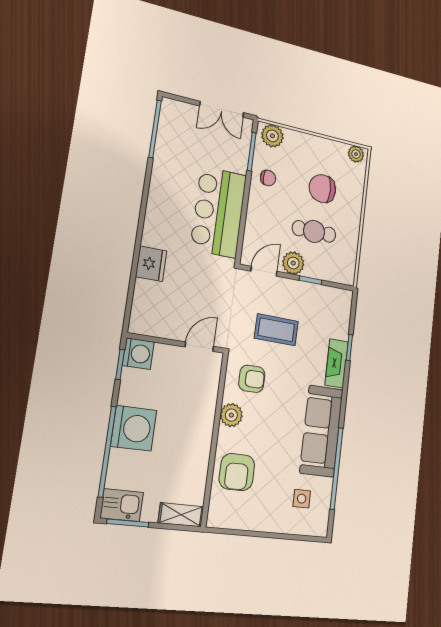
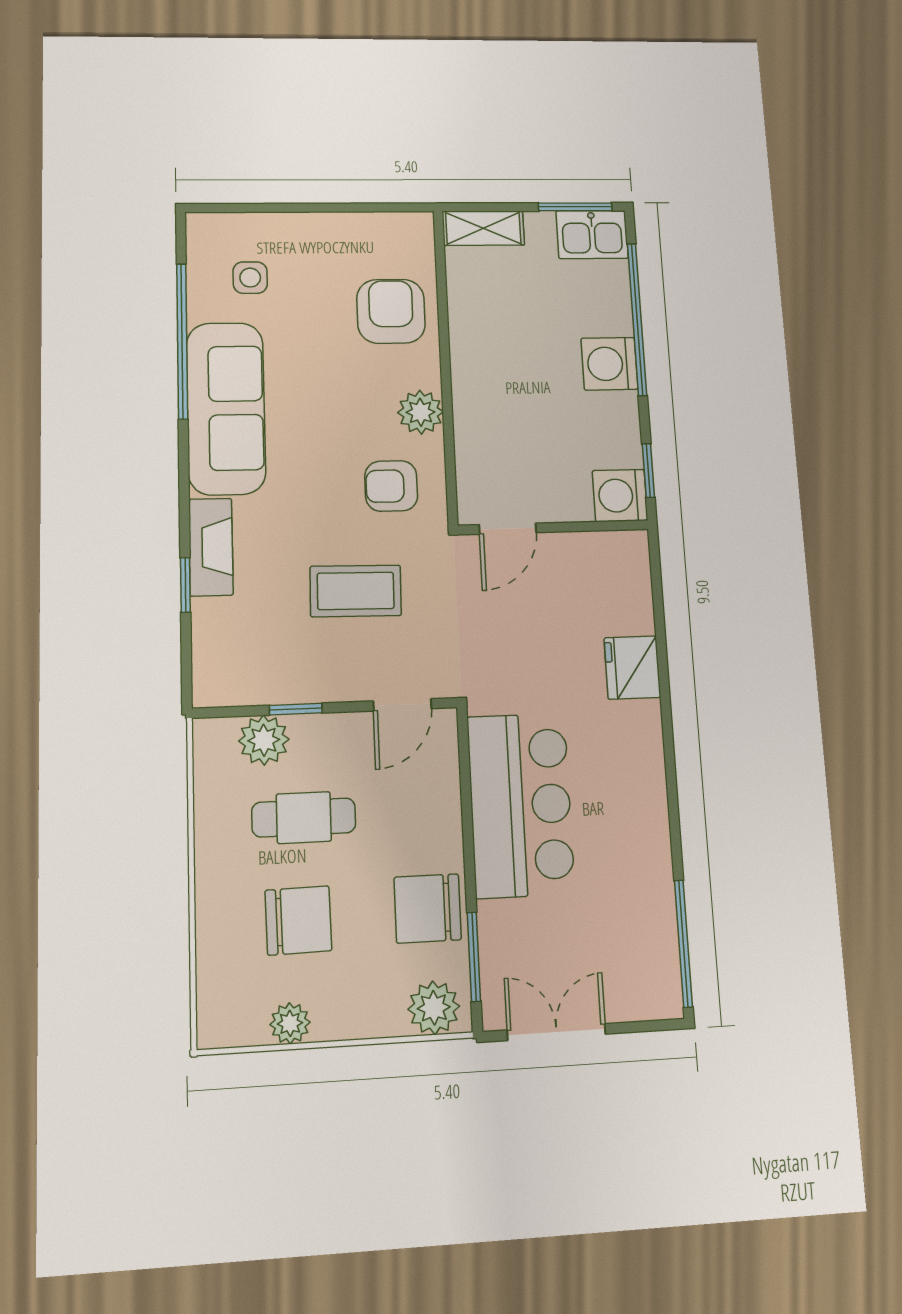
plant: (356, 154) -> (290, 1023), moved
chair: (268, 178) -> (428, 908), width x1.87, depth x1.87
plant: (293, 263) -> (264, 740), moved
washing machine: (134, 428) -> (609, 364), width x0.73, depth x0.73

